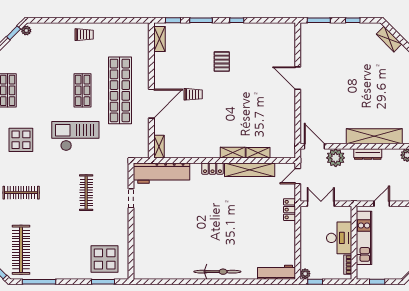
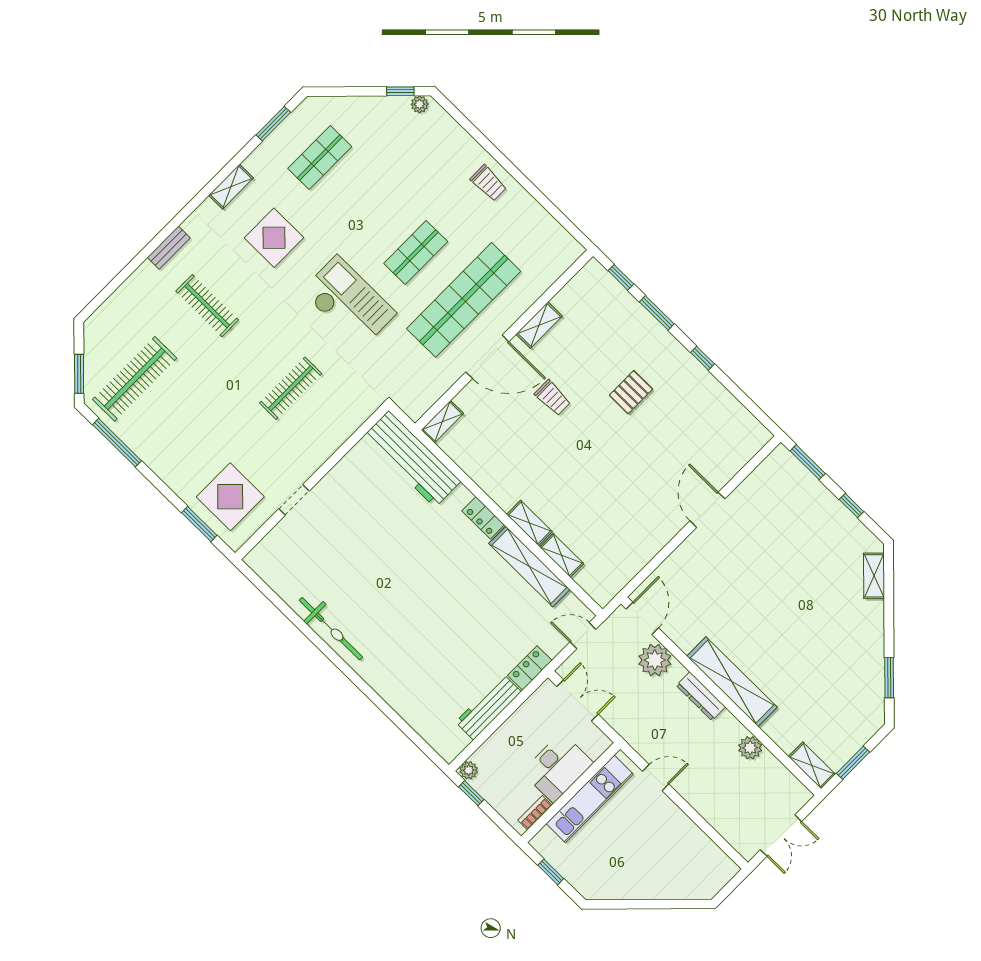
shelving: (159, 39) -> (539, 325), moved
doorway: (131, 198) -> (294, 500), moved
bicycle: (217, 272) -> (331, 629), moved
workbench: (276, 272) -> (488, 707), moved, turned -90

